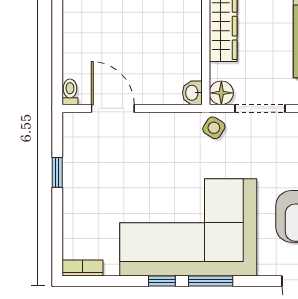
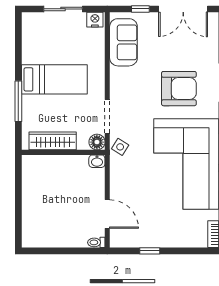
door: (113, 108) -> (107, 214), swing flipped

